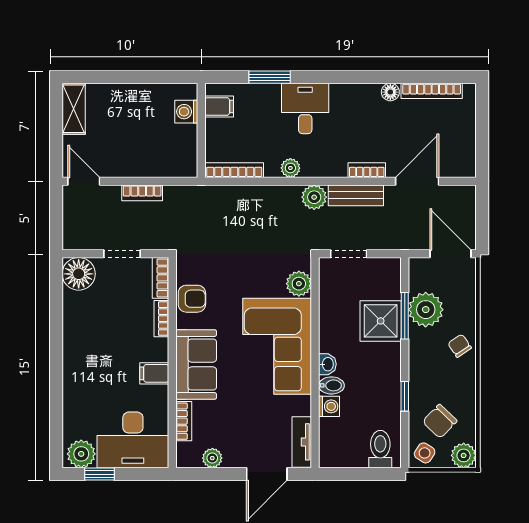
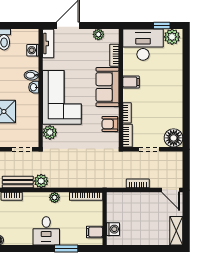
washing machine: (329, 406) -> (33, 50), moved

